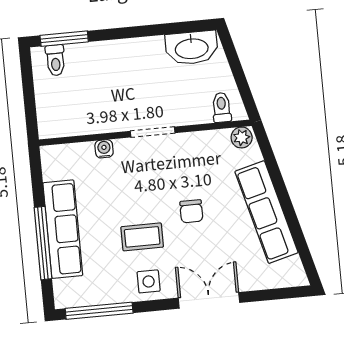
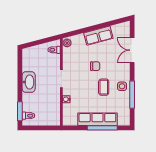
washbasin: (192, 48) -> (29, 82), moved
row of seats: (266, 212) -> (98, 36), width x0.68
double door: (209, 300) -> (132, 50), moved
window: (99, 311) -> (132, 95), moved

